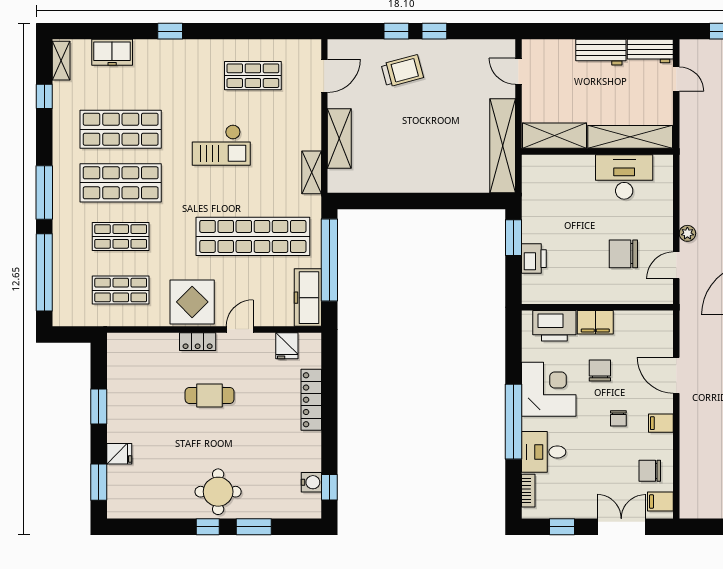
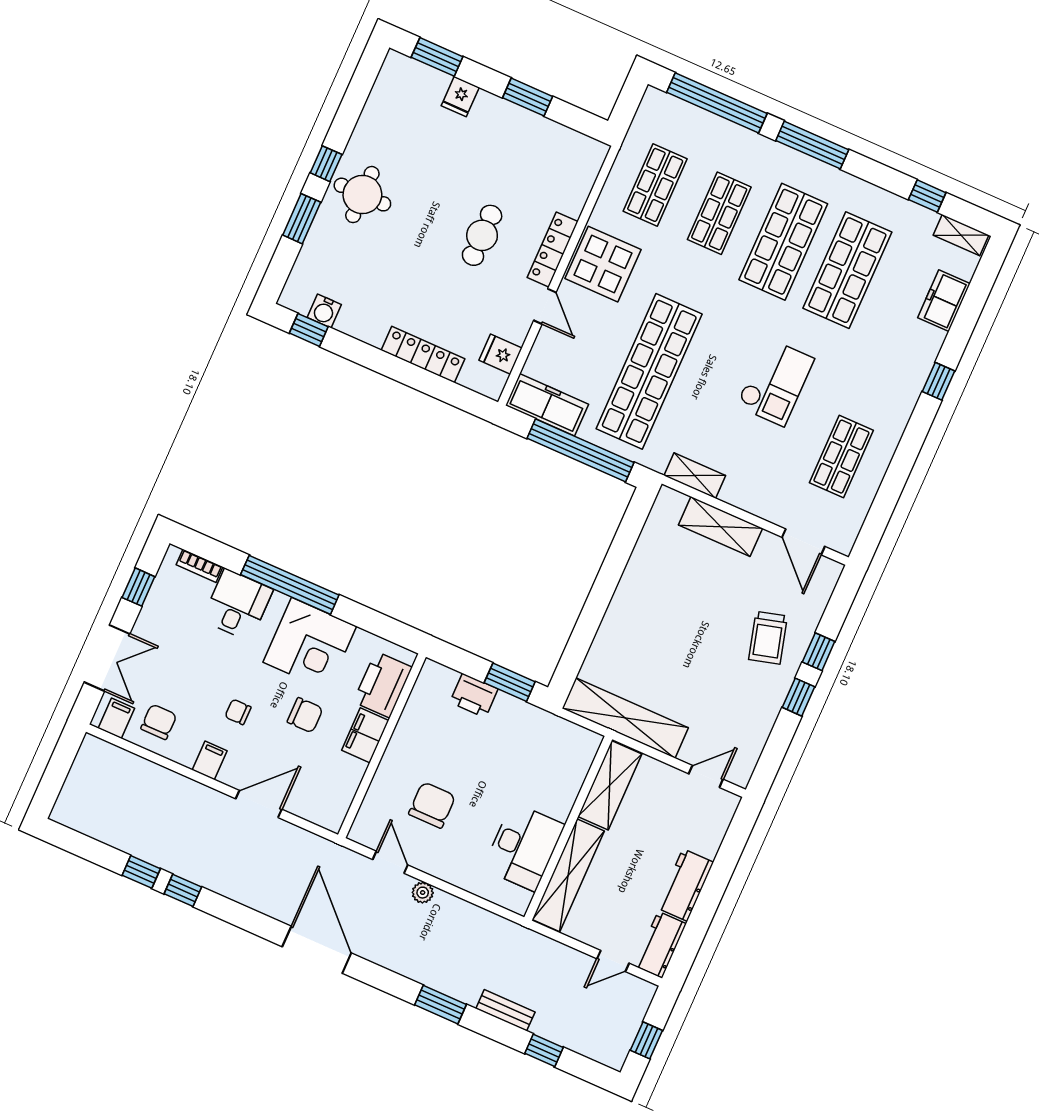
checkout: (221, 145) -> (775, 382), turned 180
locker: (198, 342) -> (553, 250), width x1.53

